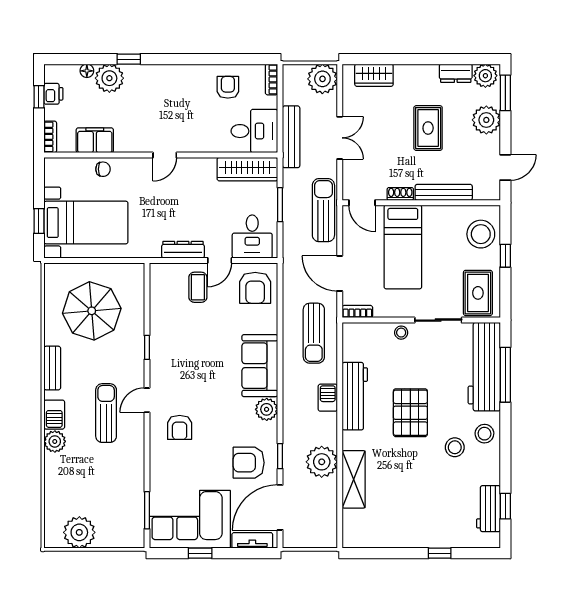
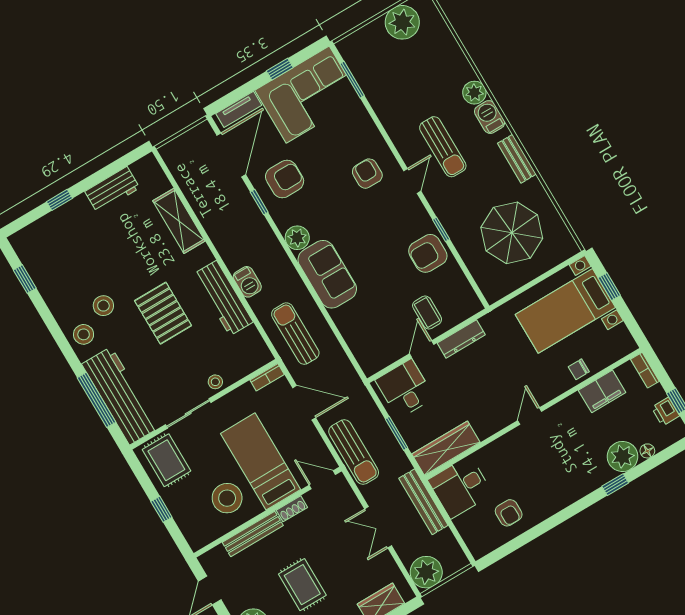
bookcase: (272, 79) -> (473, 544), removed
stool: (481, 234) -> (227, 498), moved
armchair: (255, 288) -> (428, 253), moved, turned -90
plant: (322, 462) -> (218, 220), removed
workbench: (488, 509) -> (112, 190), moved, turned 90

